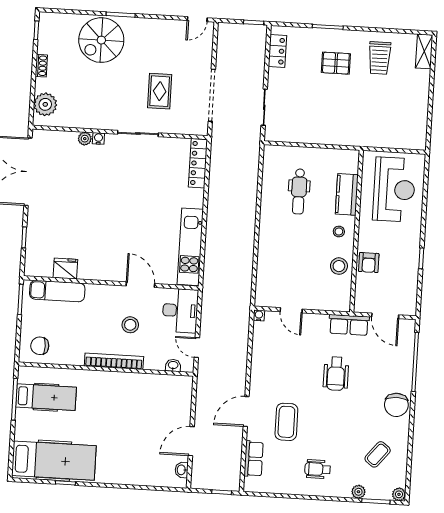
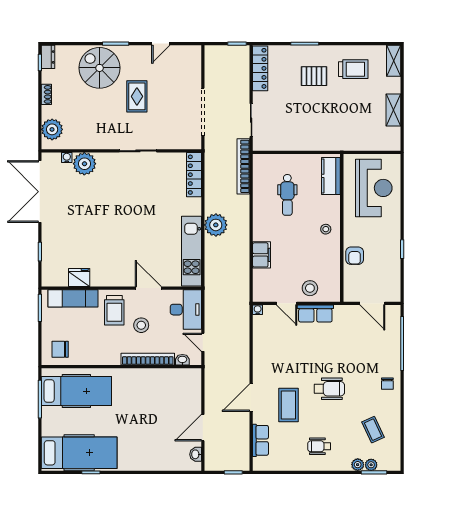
door: (197, 19) -> (161, 44), moved
dresser: (46, 25) -> (48, 57), added
spiral stairs: (101, 40) -> (100, 68), turned 90
locker: (277, 51) -> (260, 68), width x1.53
trolley: (379, 58) -> (353, 69), turned -90
rug: (160, 91) -> (137, 96), moved
shelving: (421, 105) -> (393, 110), added
water cooler: (98, 138) -> (67, 158), moved
plant: (85, 139) -> (84, 164), width x1.87, depth x1.87
bookcase: (253, 157) -> (243, 166), added
kitchen counter: (347, 194) -> (331, 176), moved
plant: (219, 220) -> (216, 225), added
filing cabinet: (267, 256) -> (262, 255), added
stool: (339, 266) -> (310, 288), moved
trolley: (102, 307) -> (114, 310), added
row of seats: (349, 325) -> (315, 313), moved
bookcase: (114, 361) -> (148, 359), moved
wheelchair: (336, 374) -> (329, 389), moved, turned -90
hospital bed: (46, 397) -> (76, 391), width x1.37, depth x1.29
chair: (396, 405) -> (387, 384), width x0.54, depth x0.54
coffee table: (378, 454) -> (373, 430), turned -64
plant: (399, 494) -> (371, 465), moved

